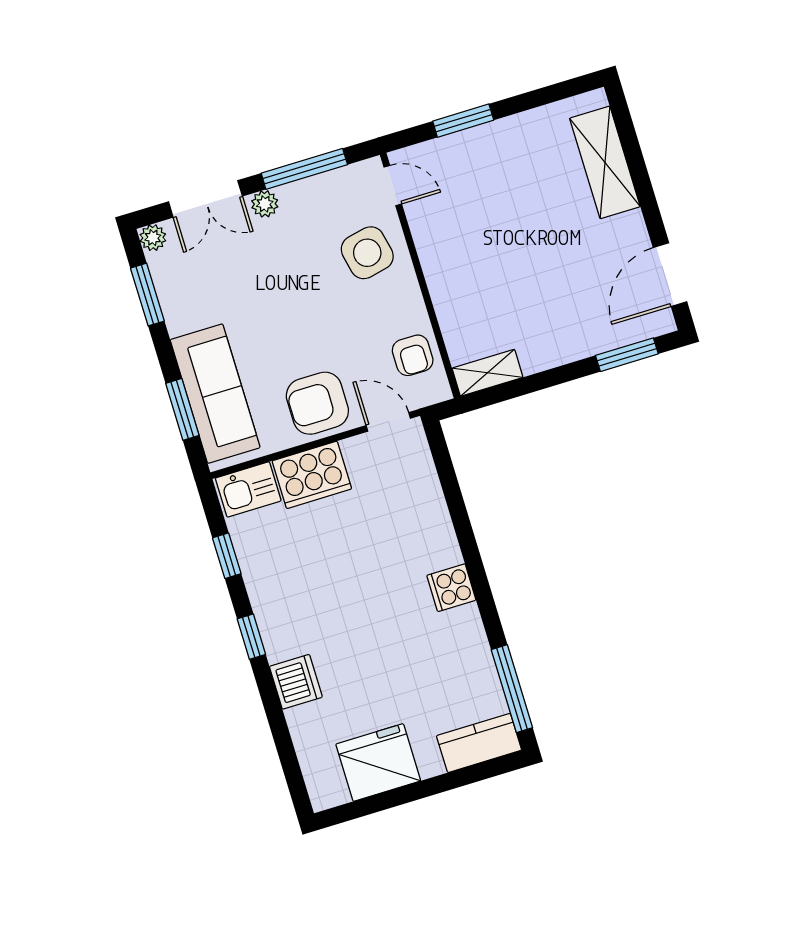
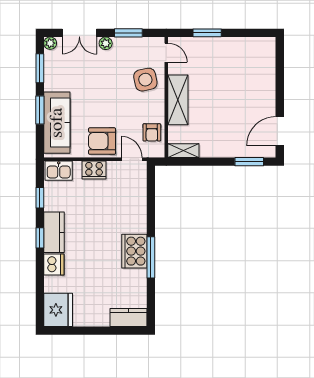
shelving: (605, 162) -> (178, 100), moved
window: (304, 169) -> (128, 33), width x0.69
window: (182, 409) -> (40, 110), moved
cooker: (312, 475) -> (94, 170), width x0.73, depth x0.76
cooker: (451, 588) -> (134, 251), width x1.87, depth x1.31
kitchen counter: (277, 616) -> (54, 232), added
window: (512, 689) -> (151, 257), moved
fridge: (378, 762) -> (58, 310), moved, turned 90

